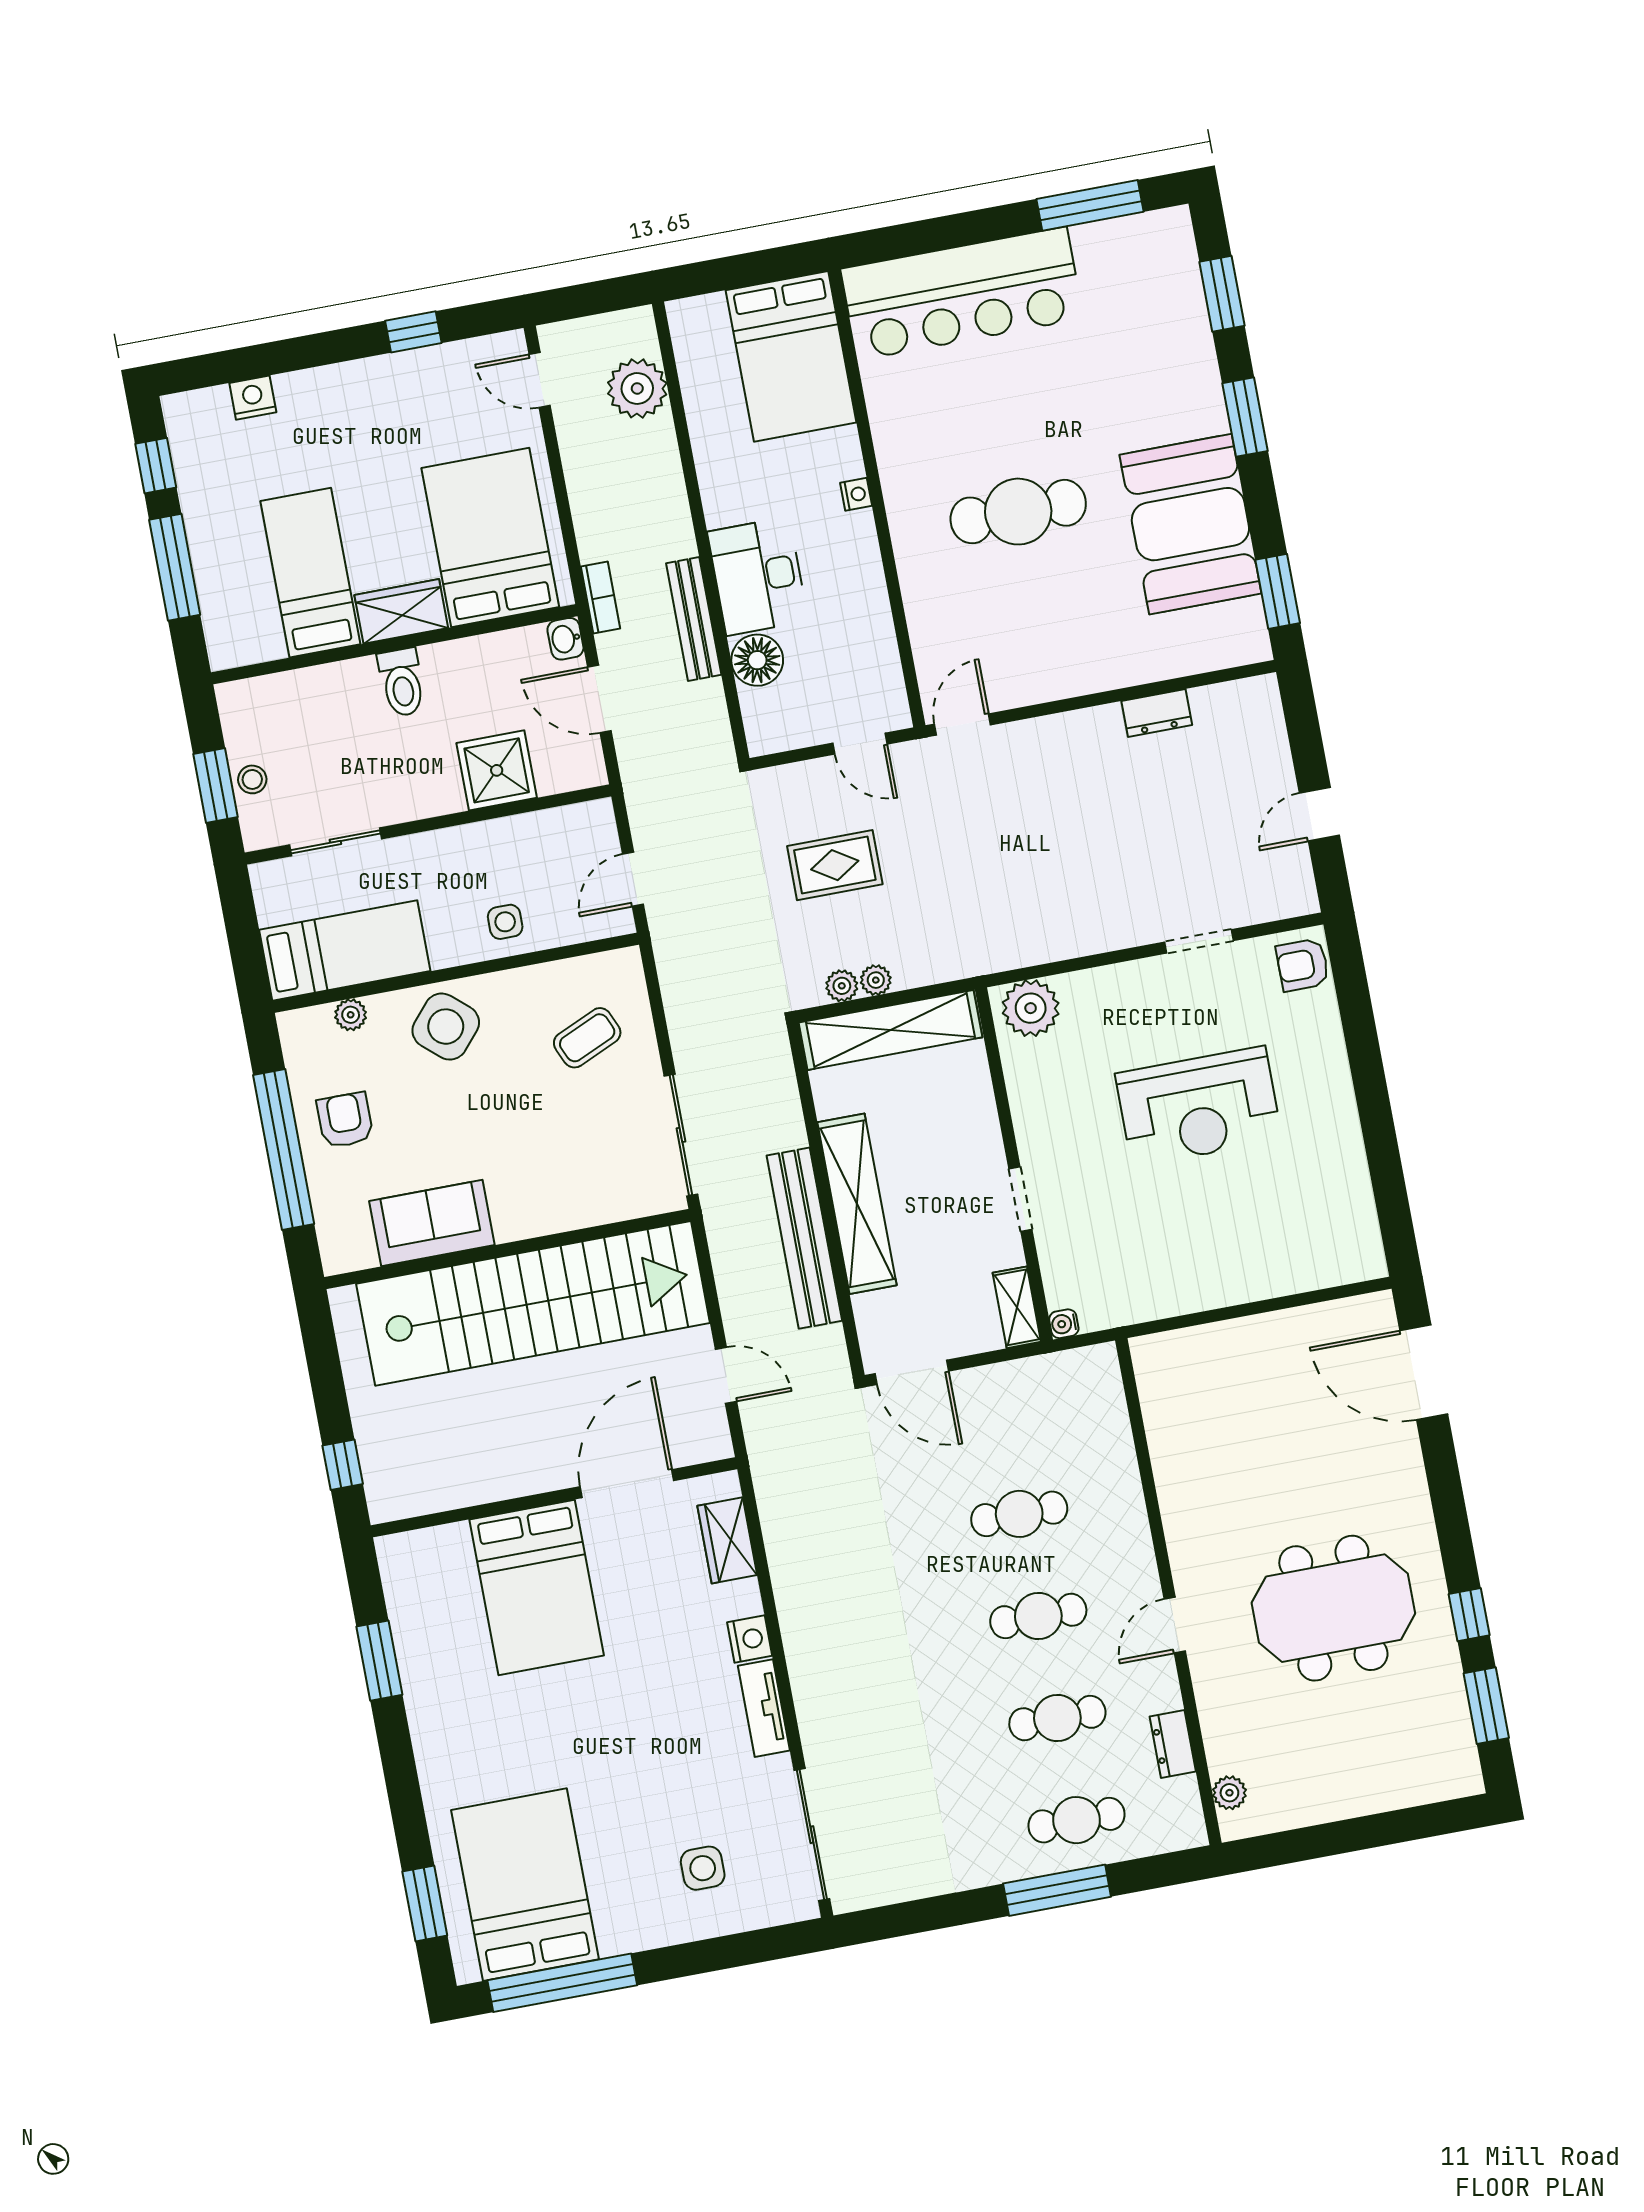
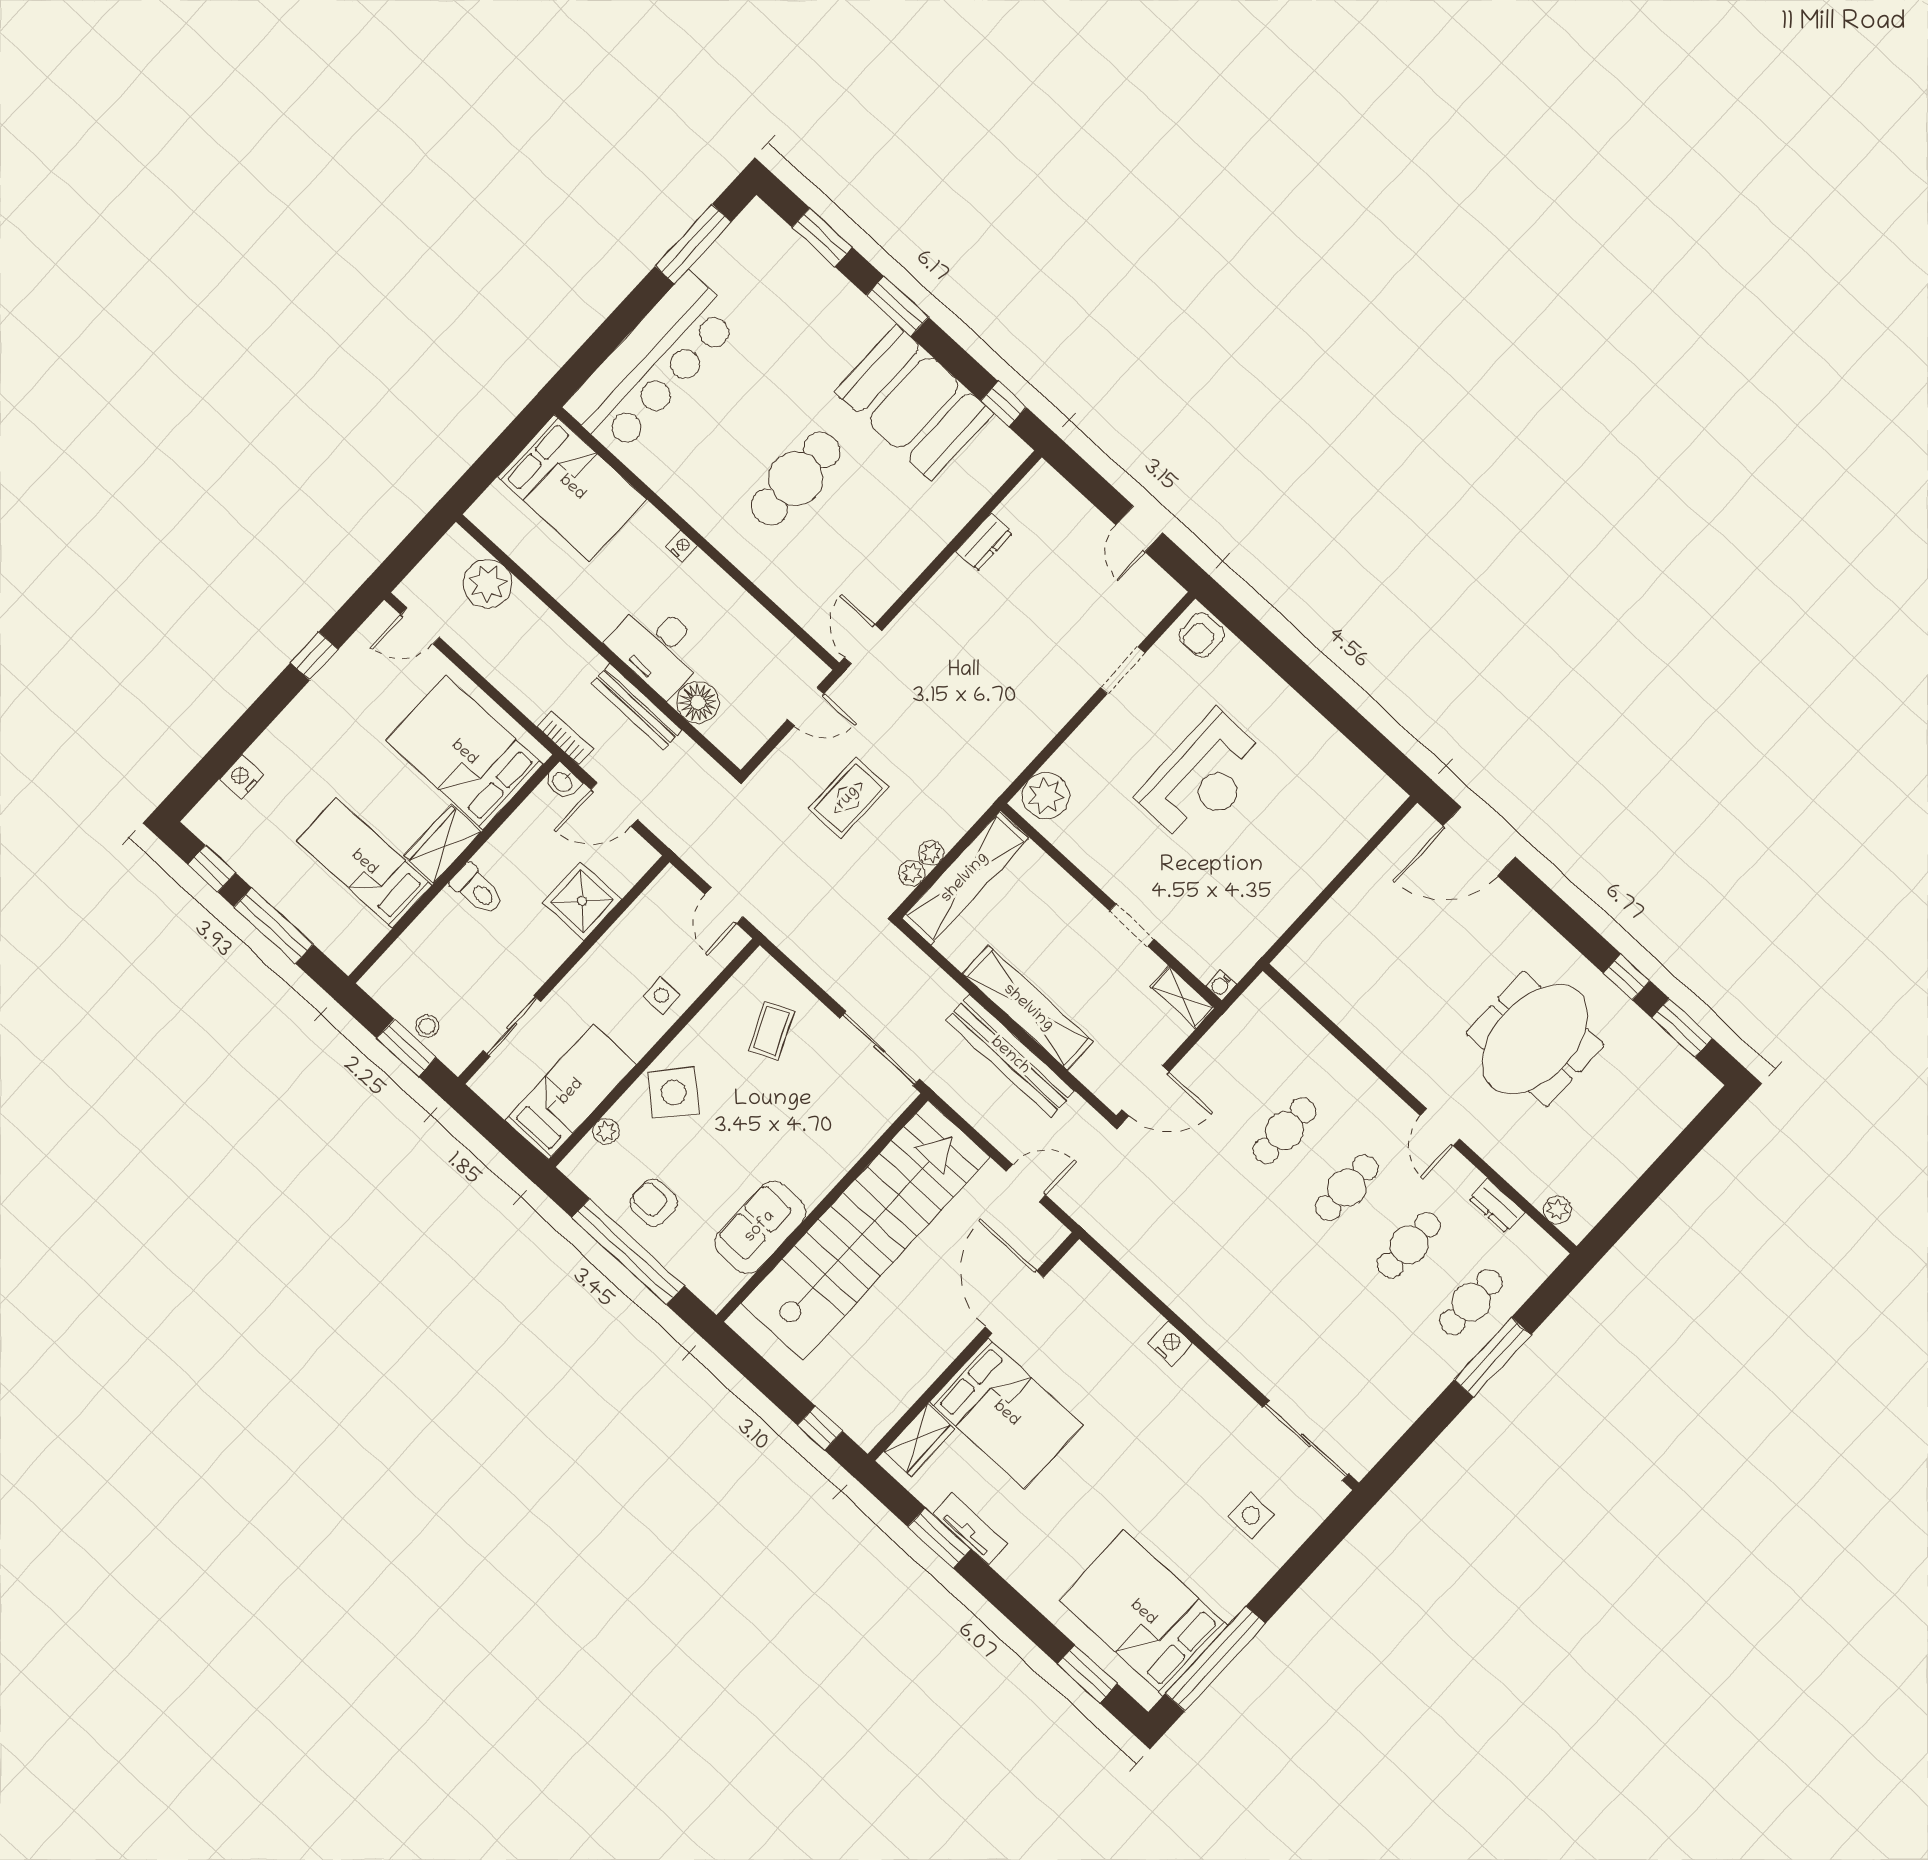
window: (1278, 591) -> (1003, 404), width x0.67
wardrobe: (727, 1540) -> (919, 1440), moved, turned -90
tv unit: (764, 1708) -> (970, 1529), moved, turned 180

